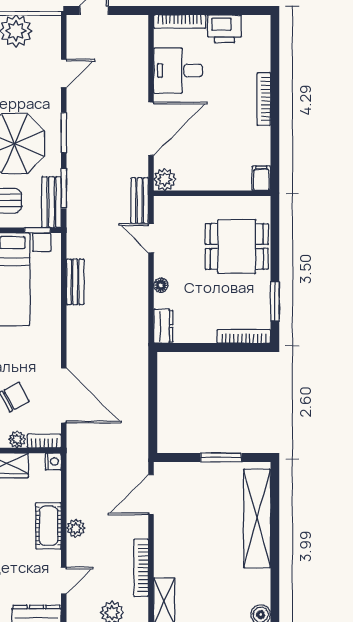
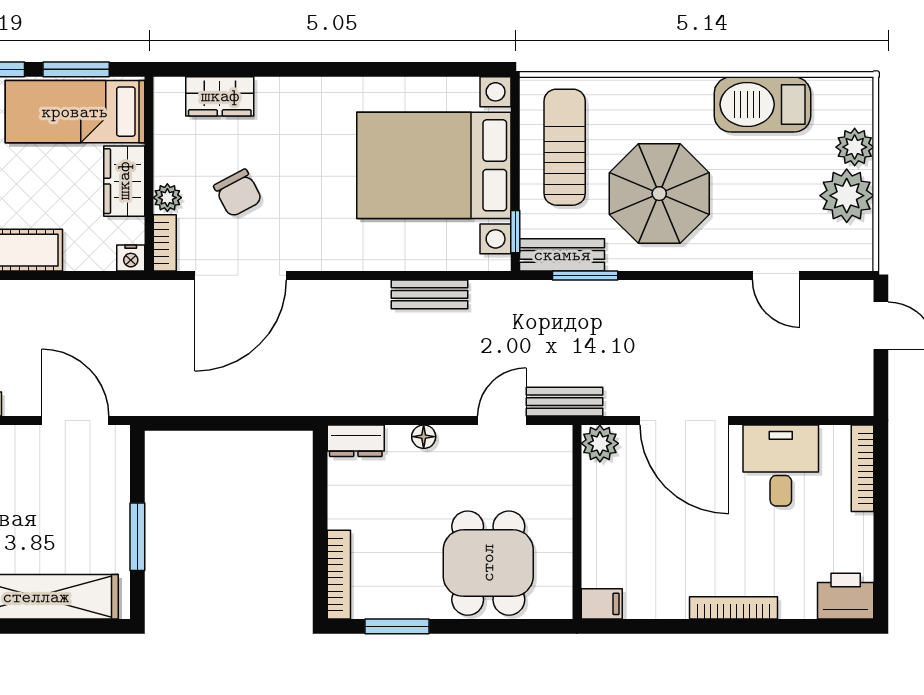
printer: (224, 29) -> (846, 596), moved, turned 90
window: (64, 133) -> (678, 275), removed
plant: (76, 528) -> (20, 295), removed

